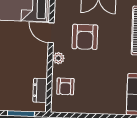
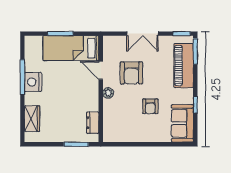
armchair: (65, 86) -> (150, 106), moved

